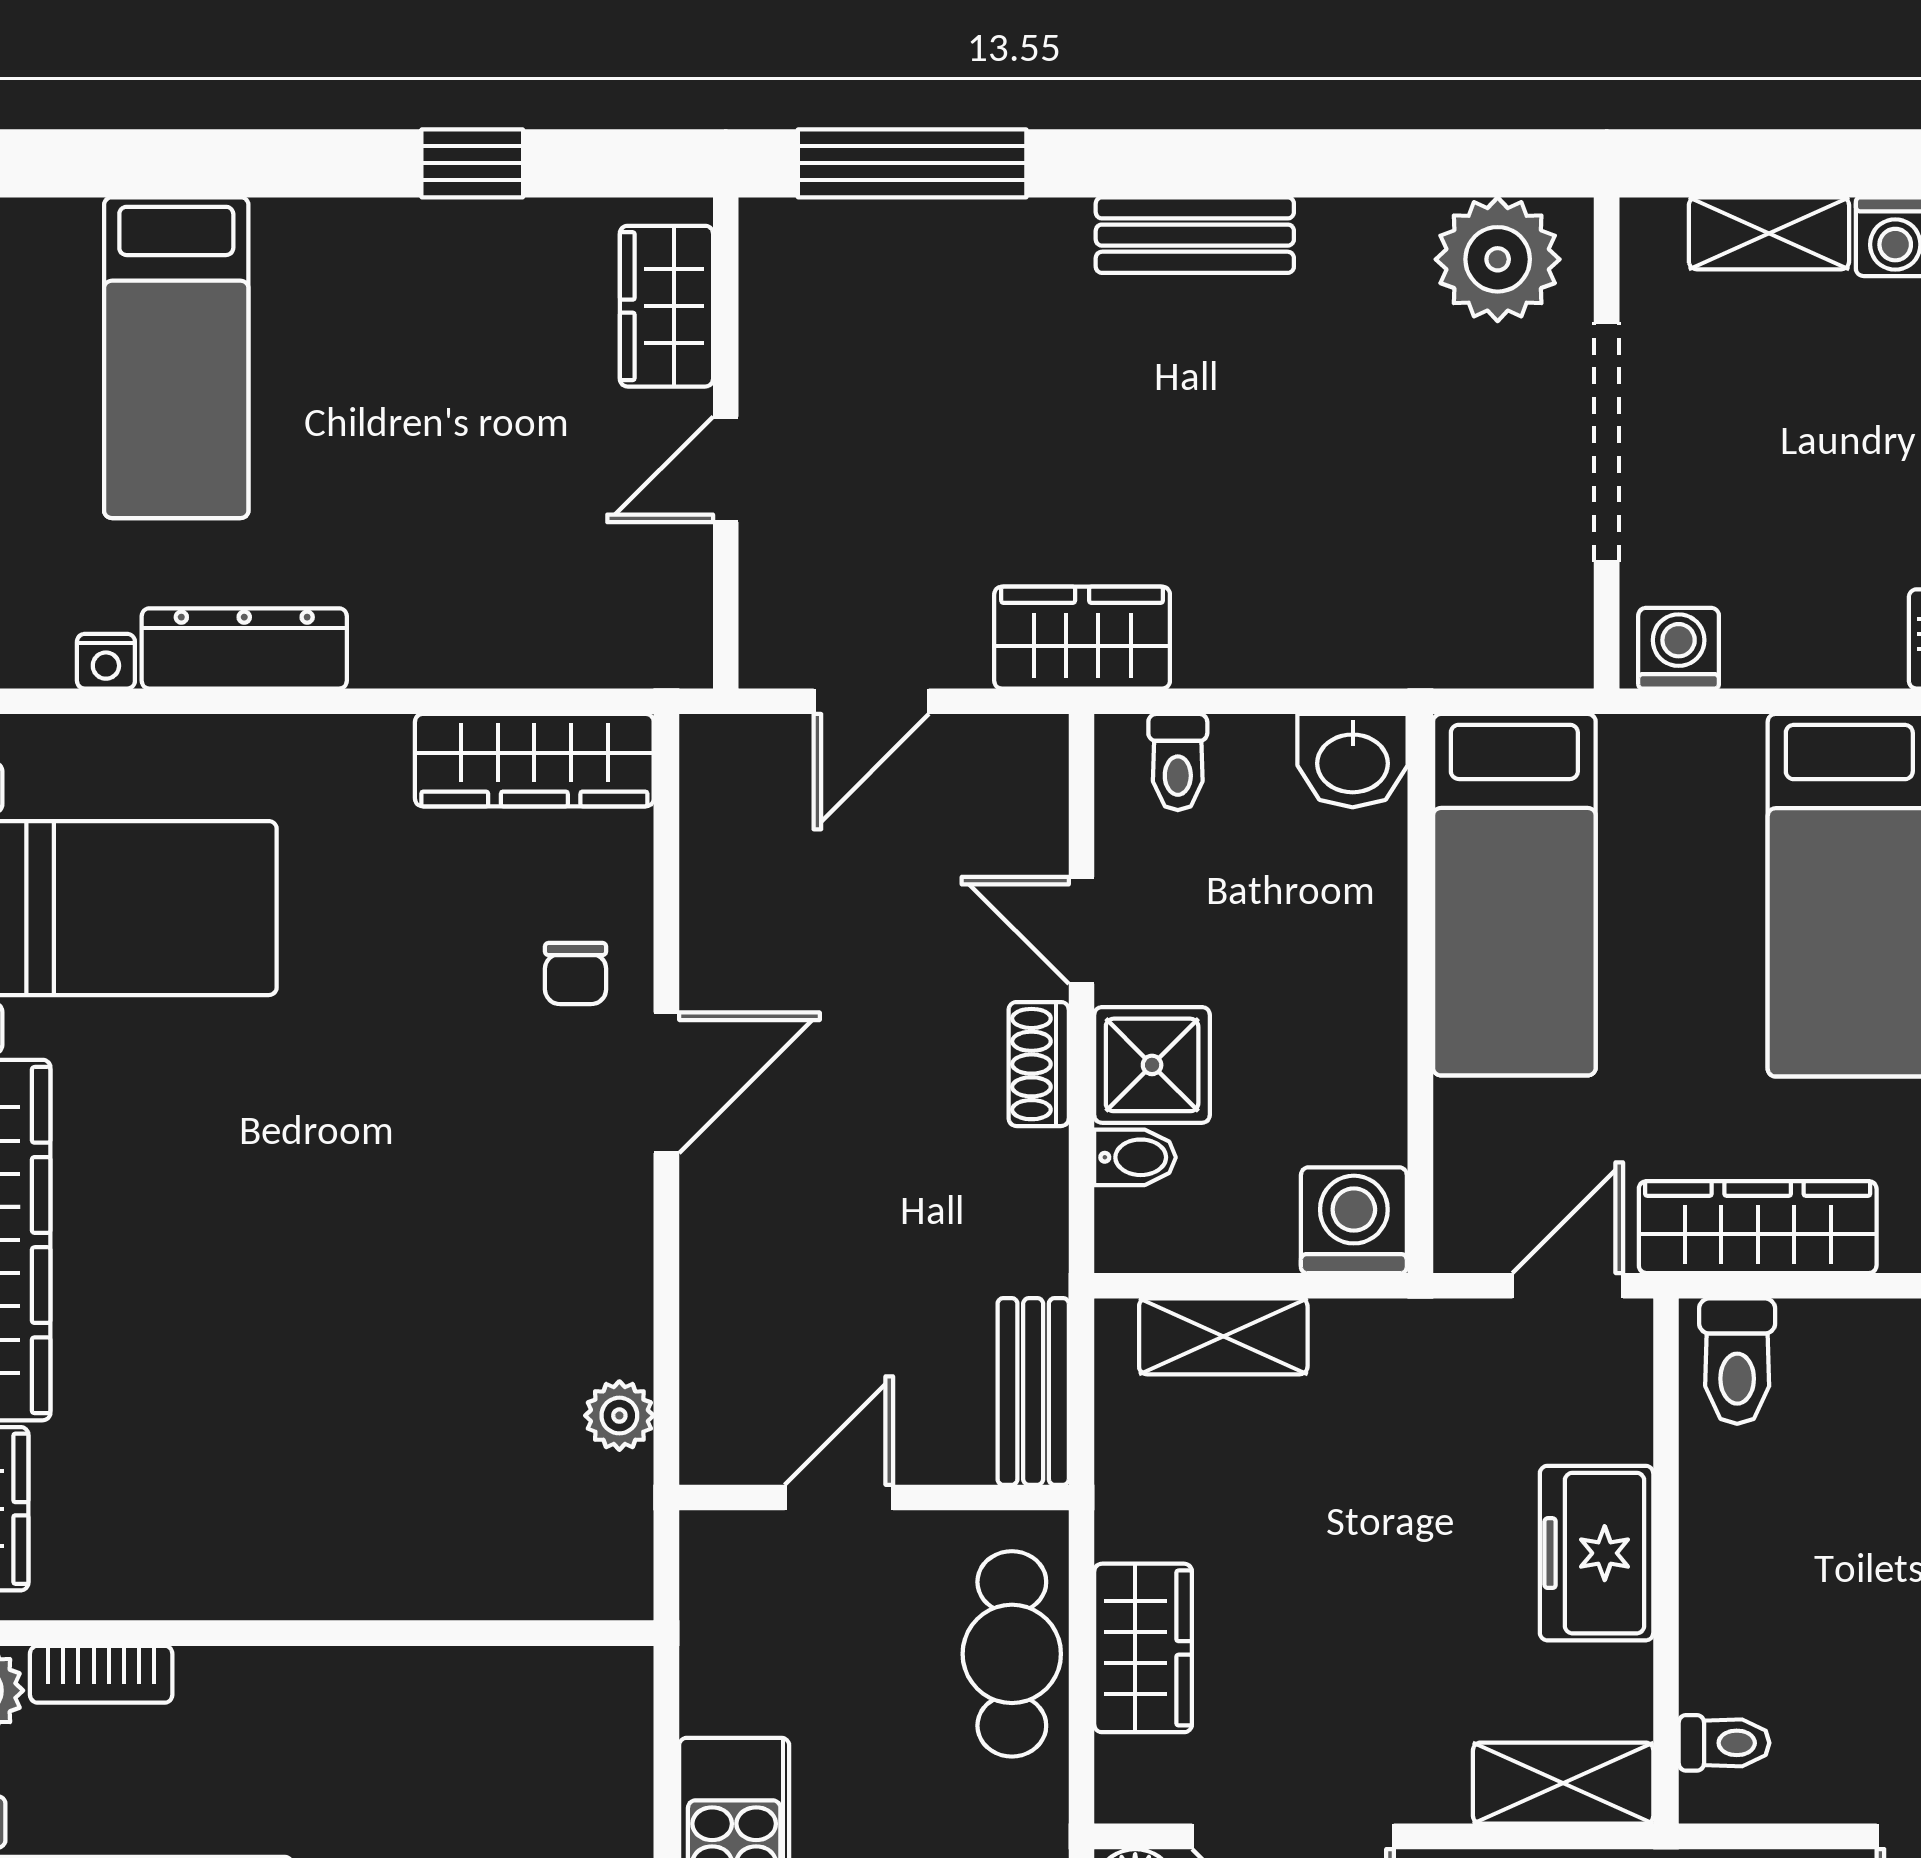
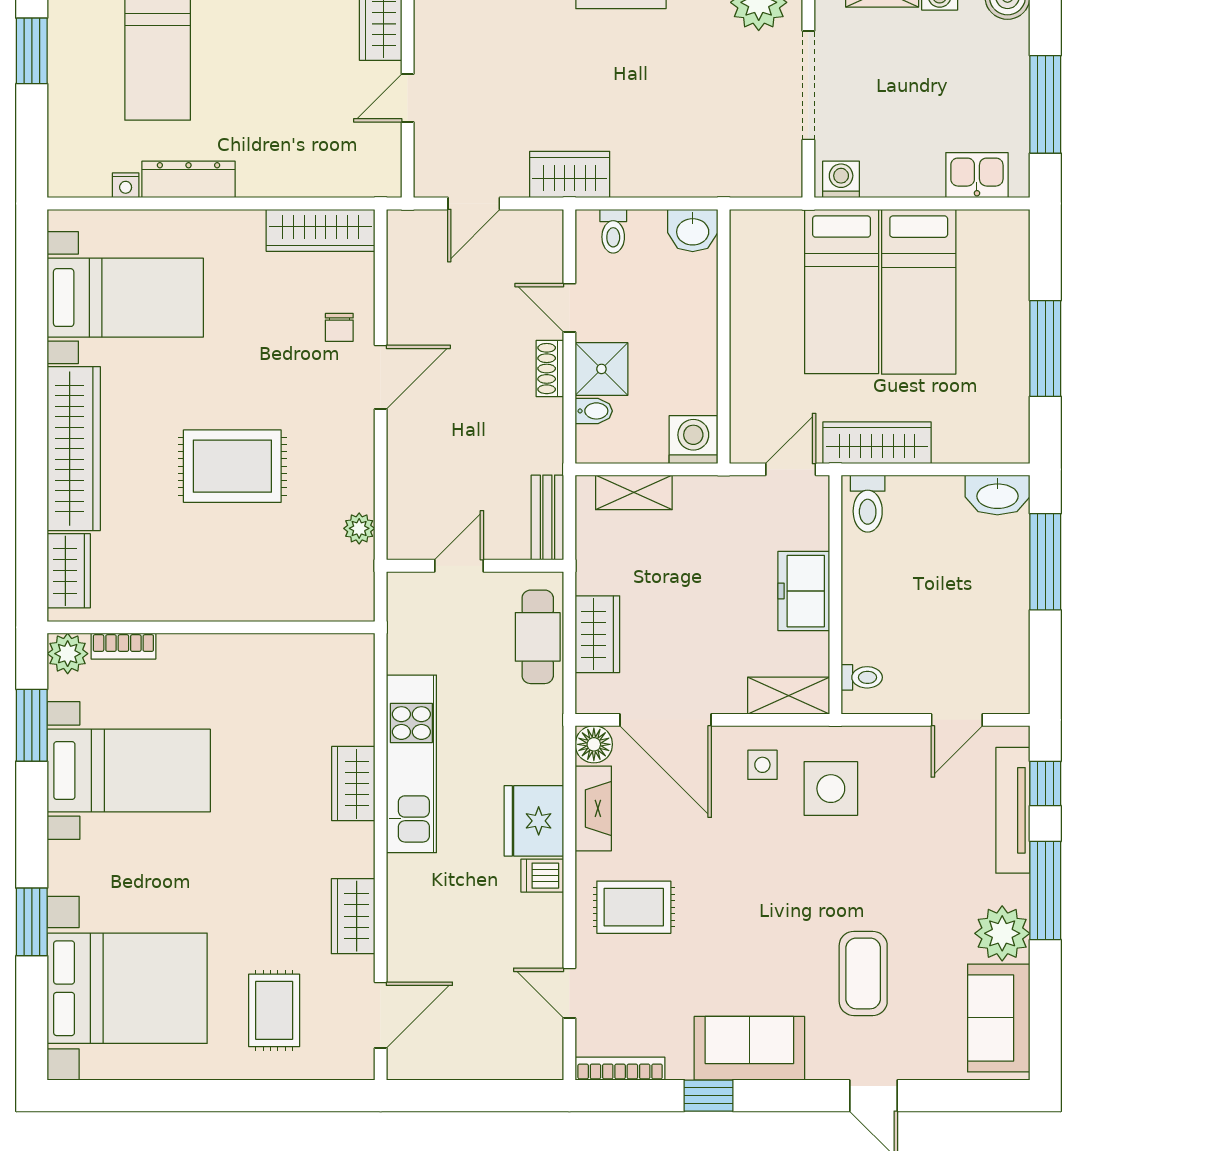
bed: (1514, 895) -> (842, 292), moved
rug: (341, 1279) -> (232, 466), added

